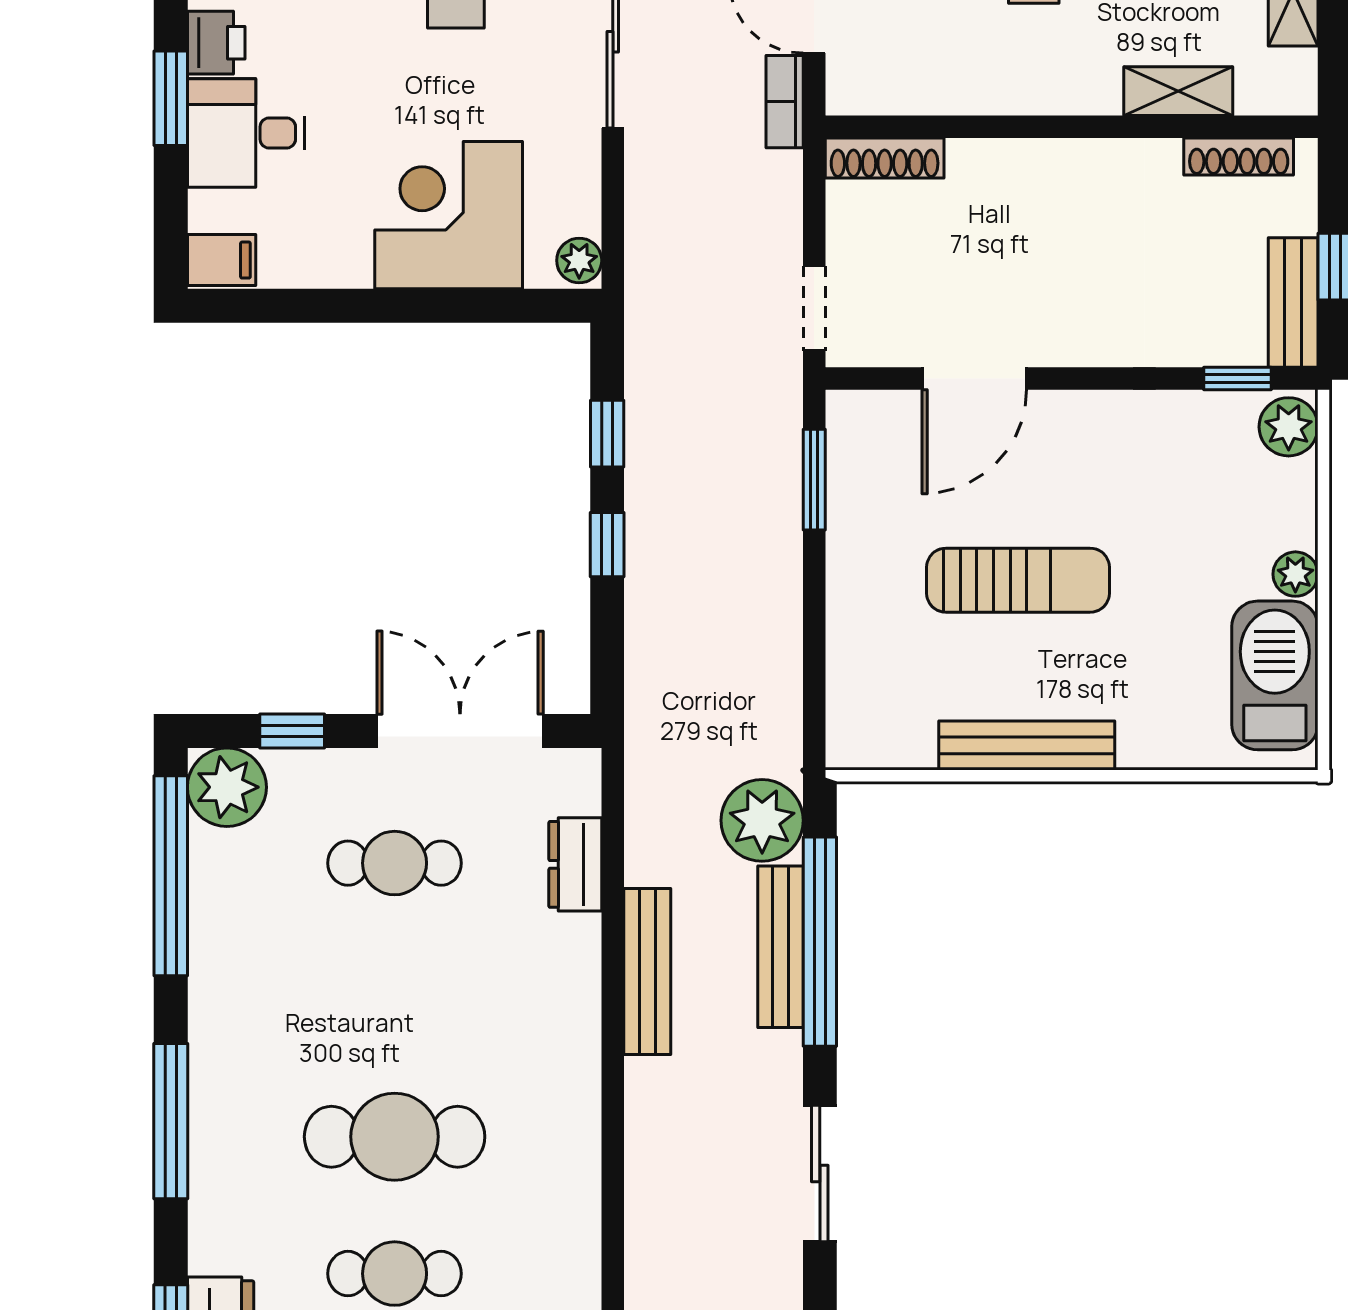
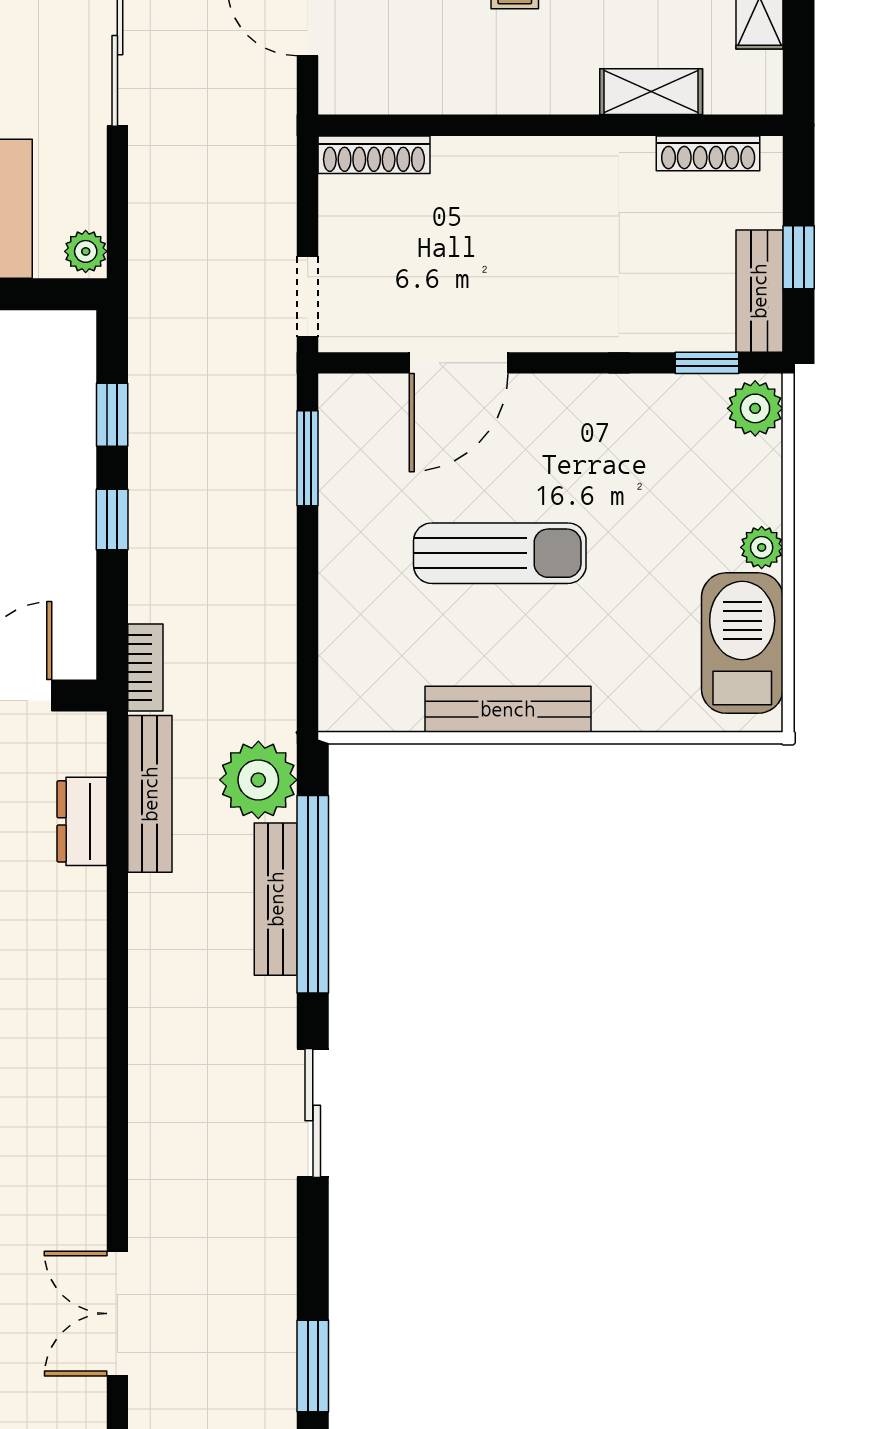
bookcase: (785, 102) -> (145, 668), moved, turned 180
bench: (647, 971) -> (150, 794), moved

